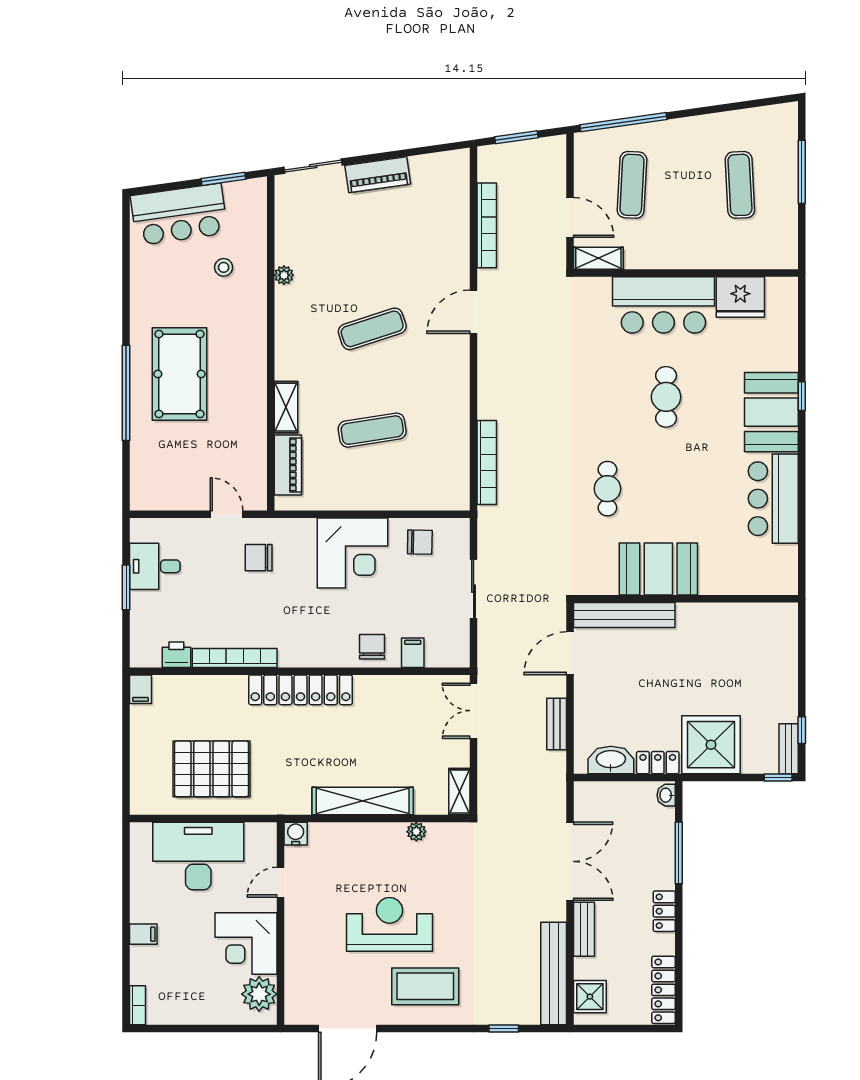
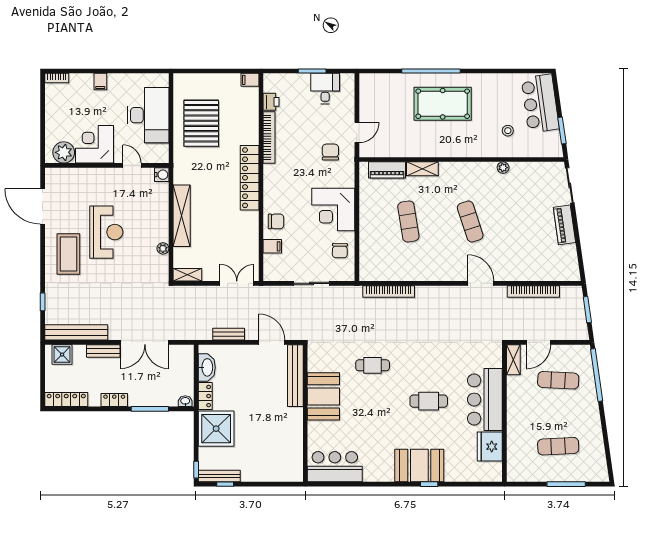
bar counter: (773, 499) -> (335, 467), moved
bench: (789, 749) -> (219, 476), width x1.36

